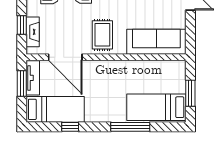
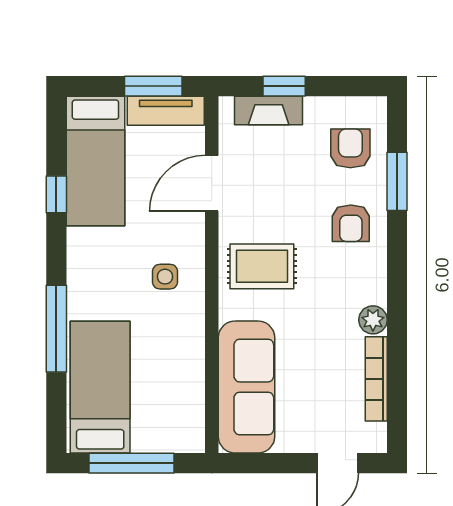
door: (65, 57) -> (212, 183), width x0.73
side table: (107, 78) -> (165, 277), added
window: (190, 93) -> (131, 463), width x1.44

